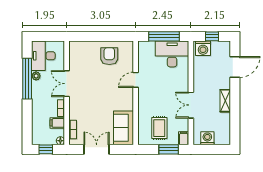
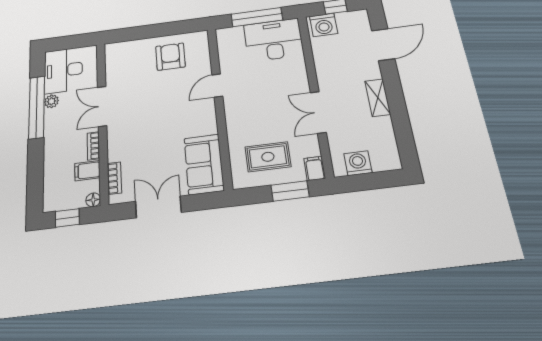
rug: (159, 128) -> (268, 157), turned 90

